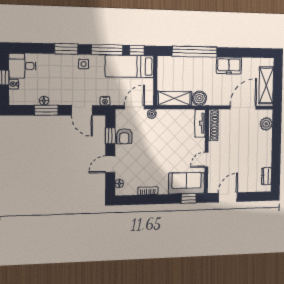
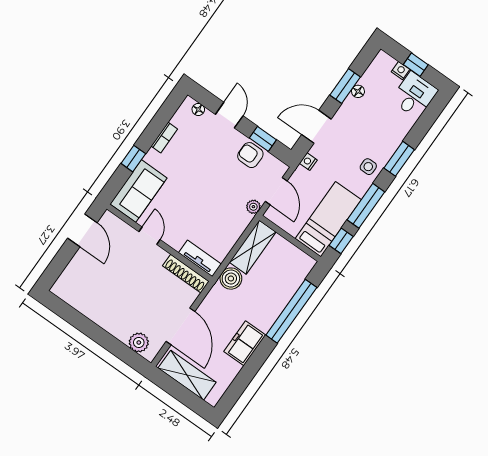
dresser: (266, 176) -> (72, 298), removed
window: (189, 198) -> (133, 159), moved

